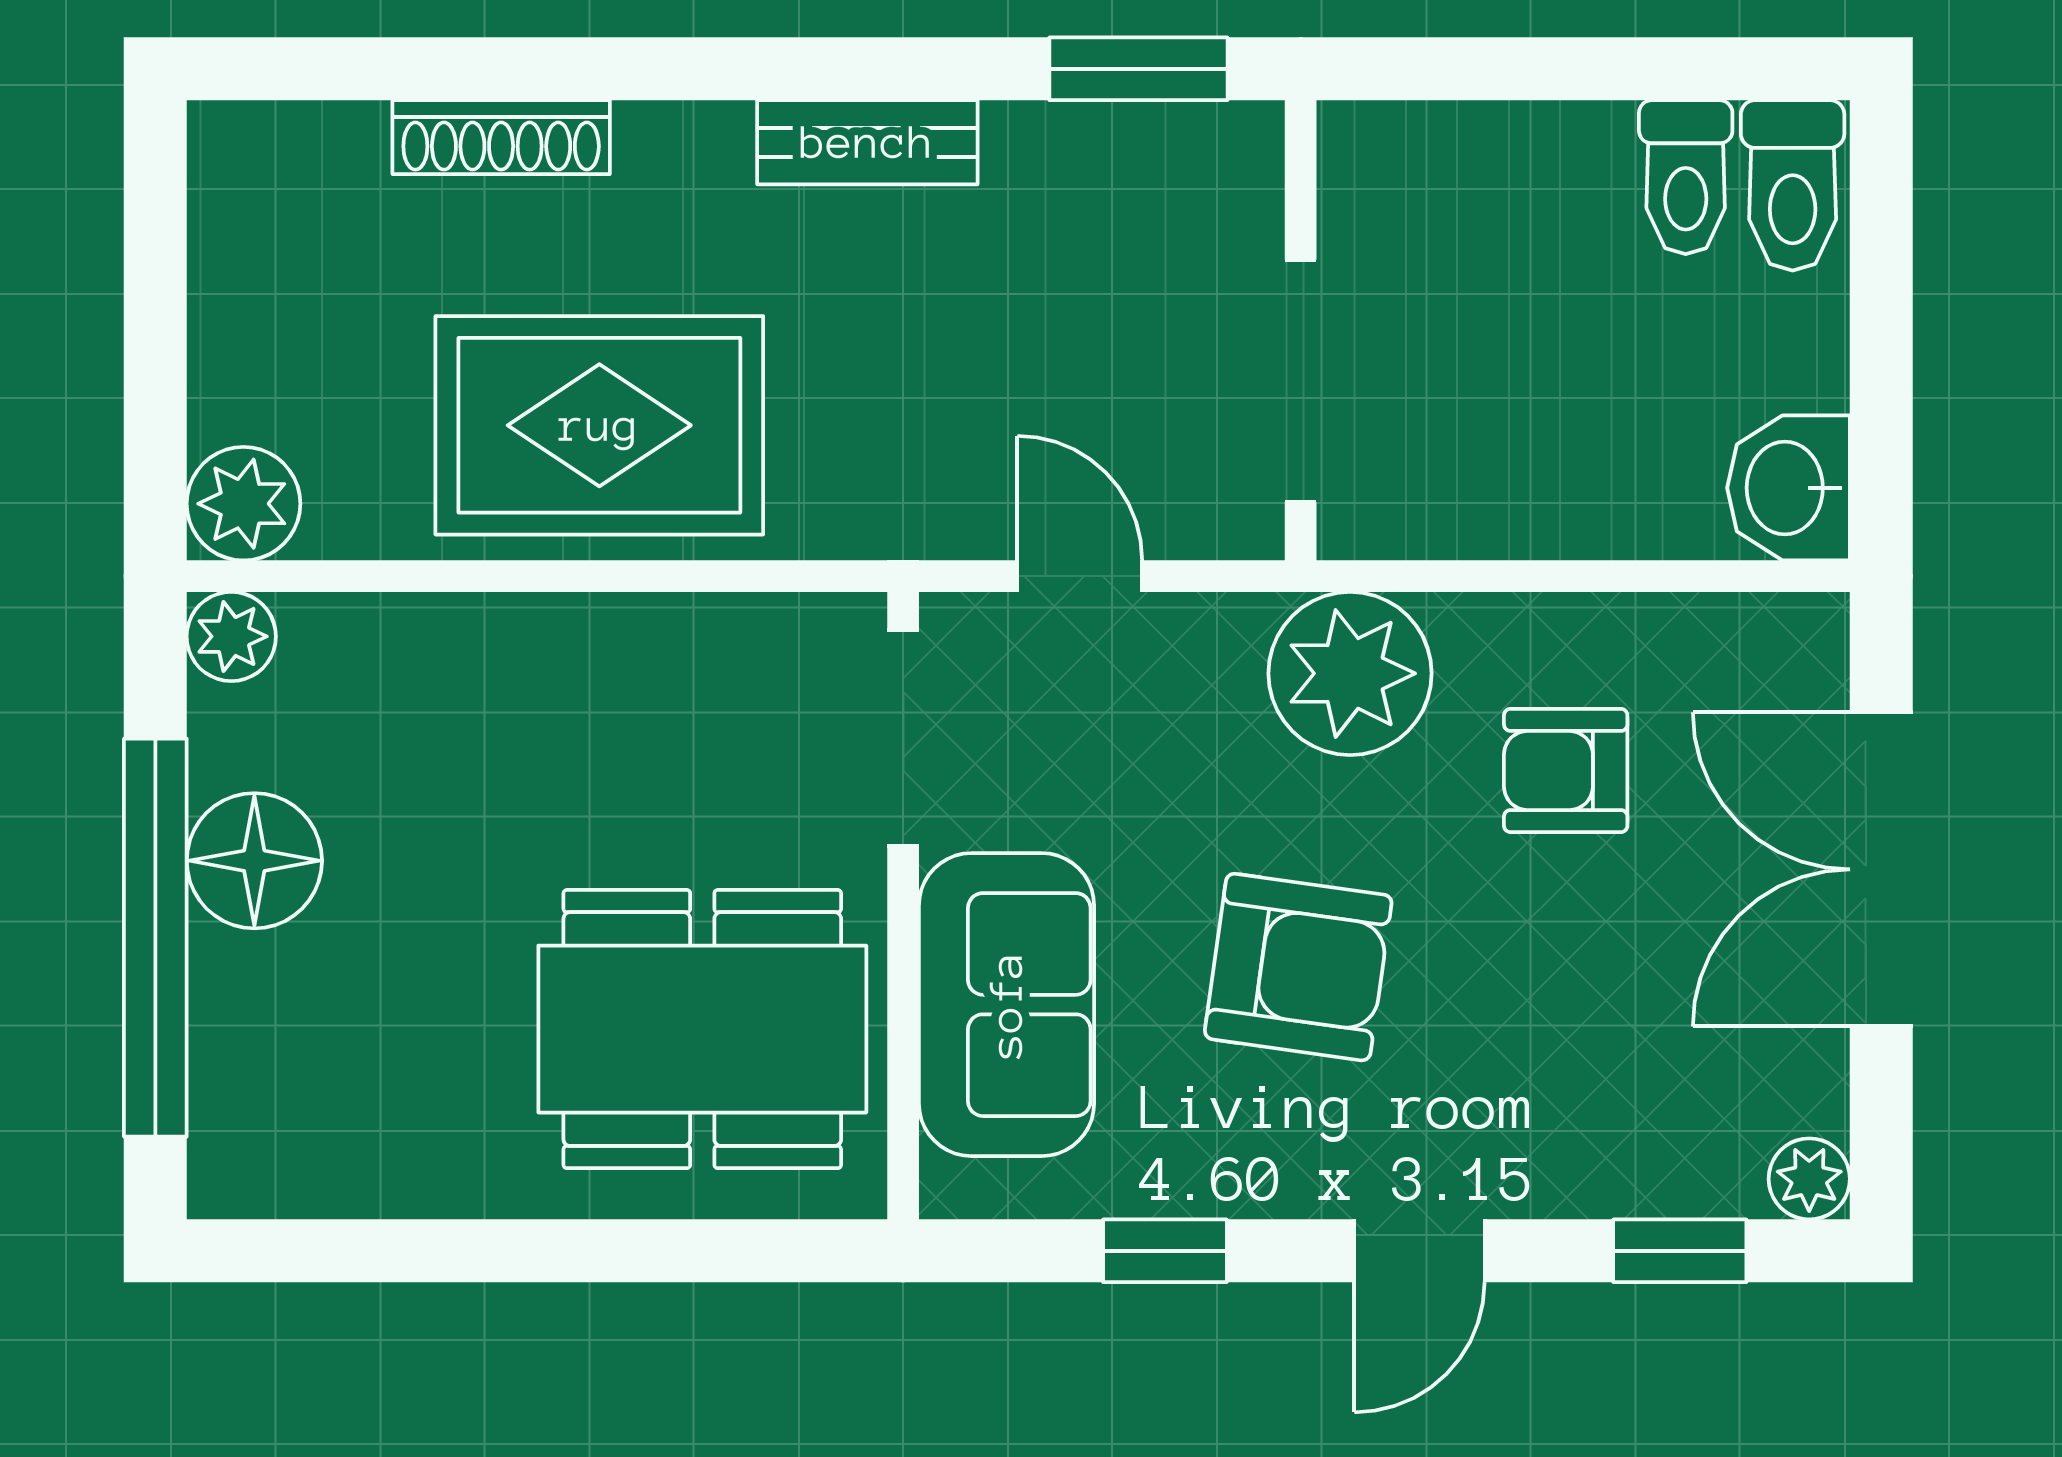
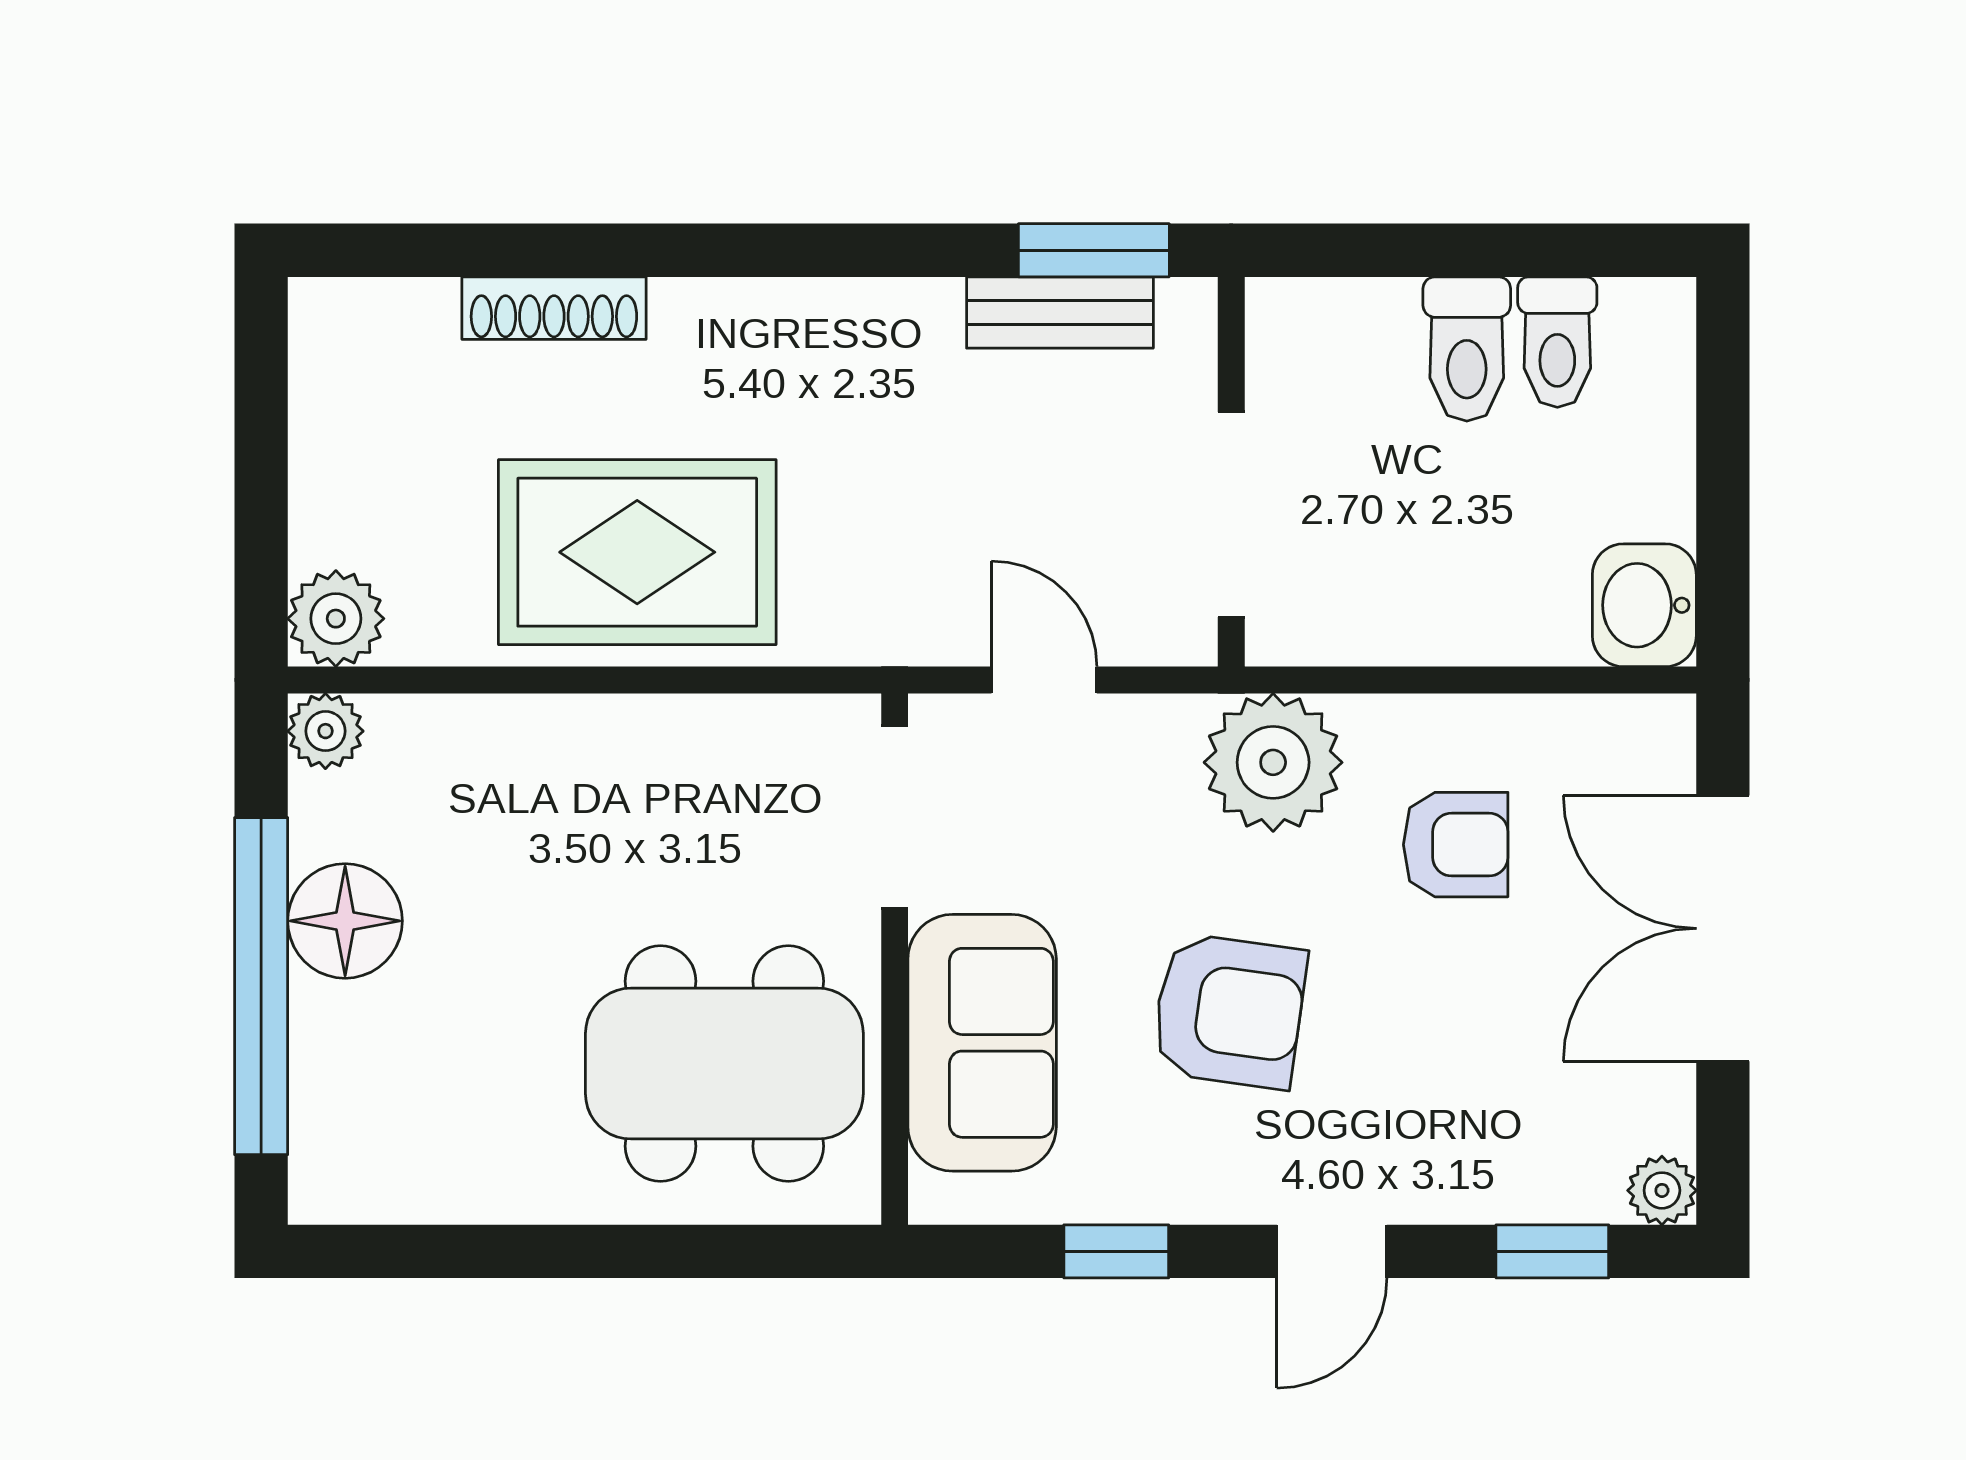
bench: (867, 142) -> (1060, 313), moved
toilet: (1793, 185) -> (1467, 349), moved
armchair: (1566, 770) -> (1456, 845), turned 180

